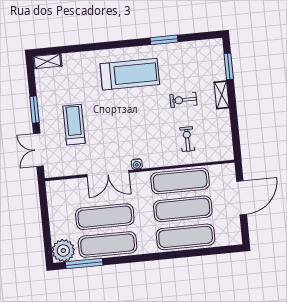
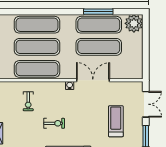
exercise bike: (183, 100) -> (54, 123), moved
treadmill: (74, 125) -> (116, 121), turned 180
window: (84, 263) -> (98, 12), moved

